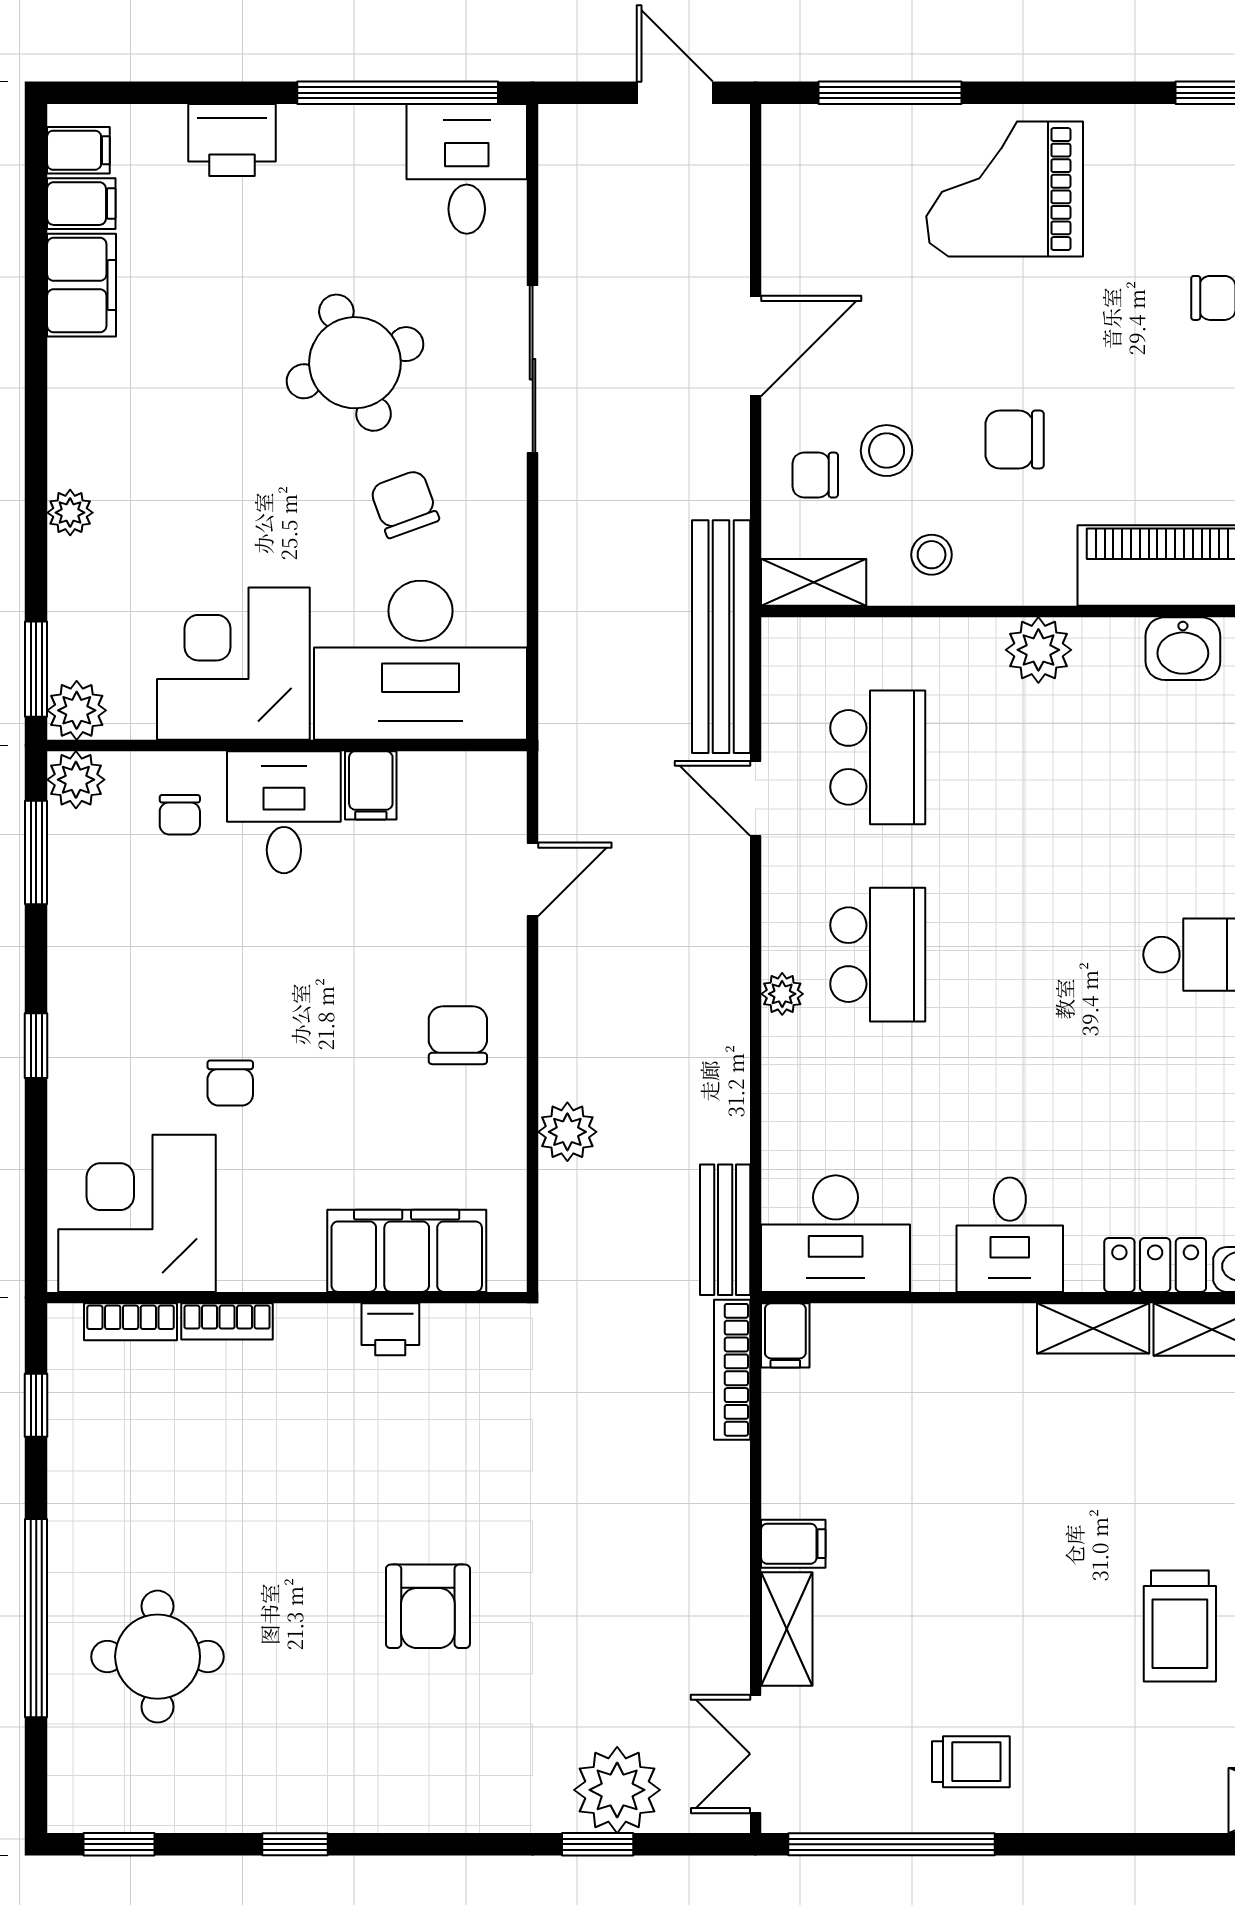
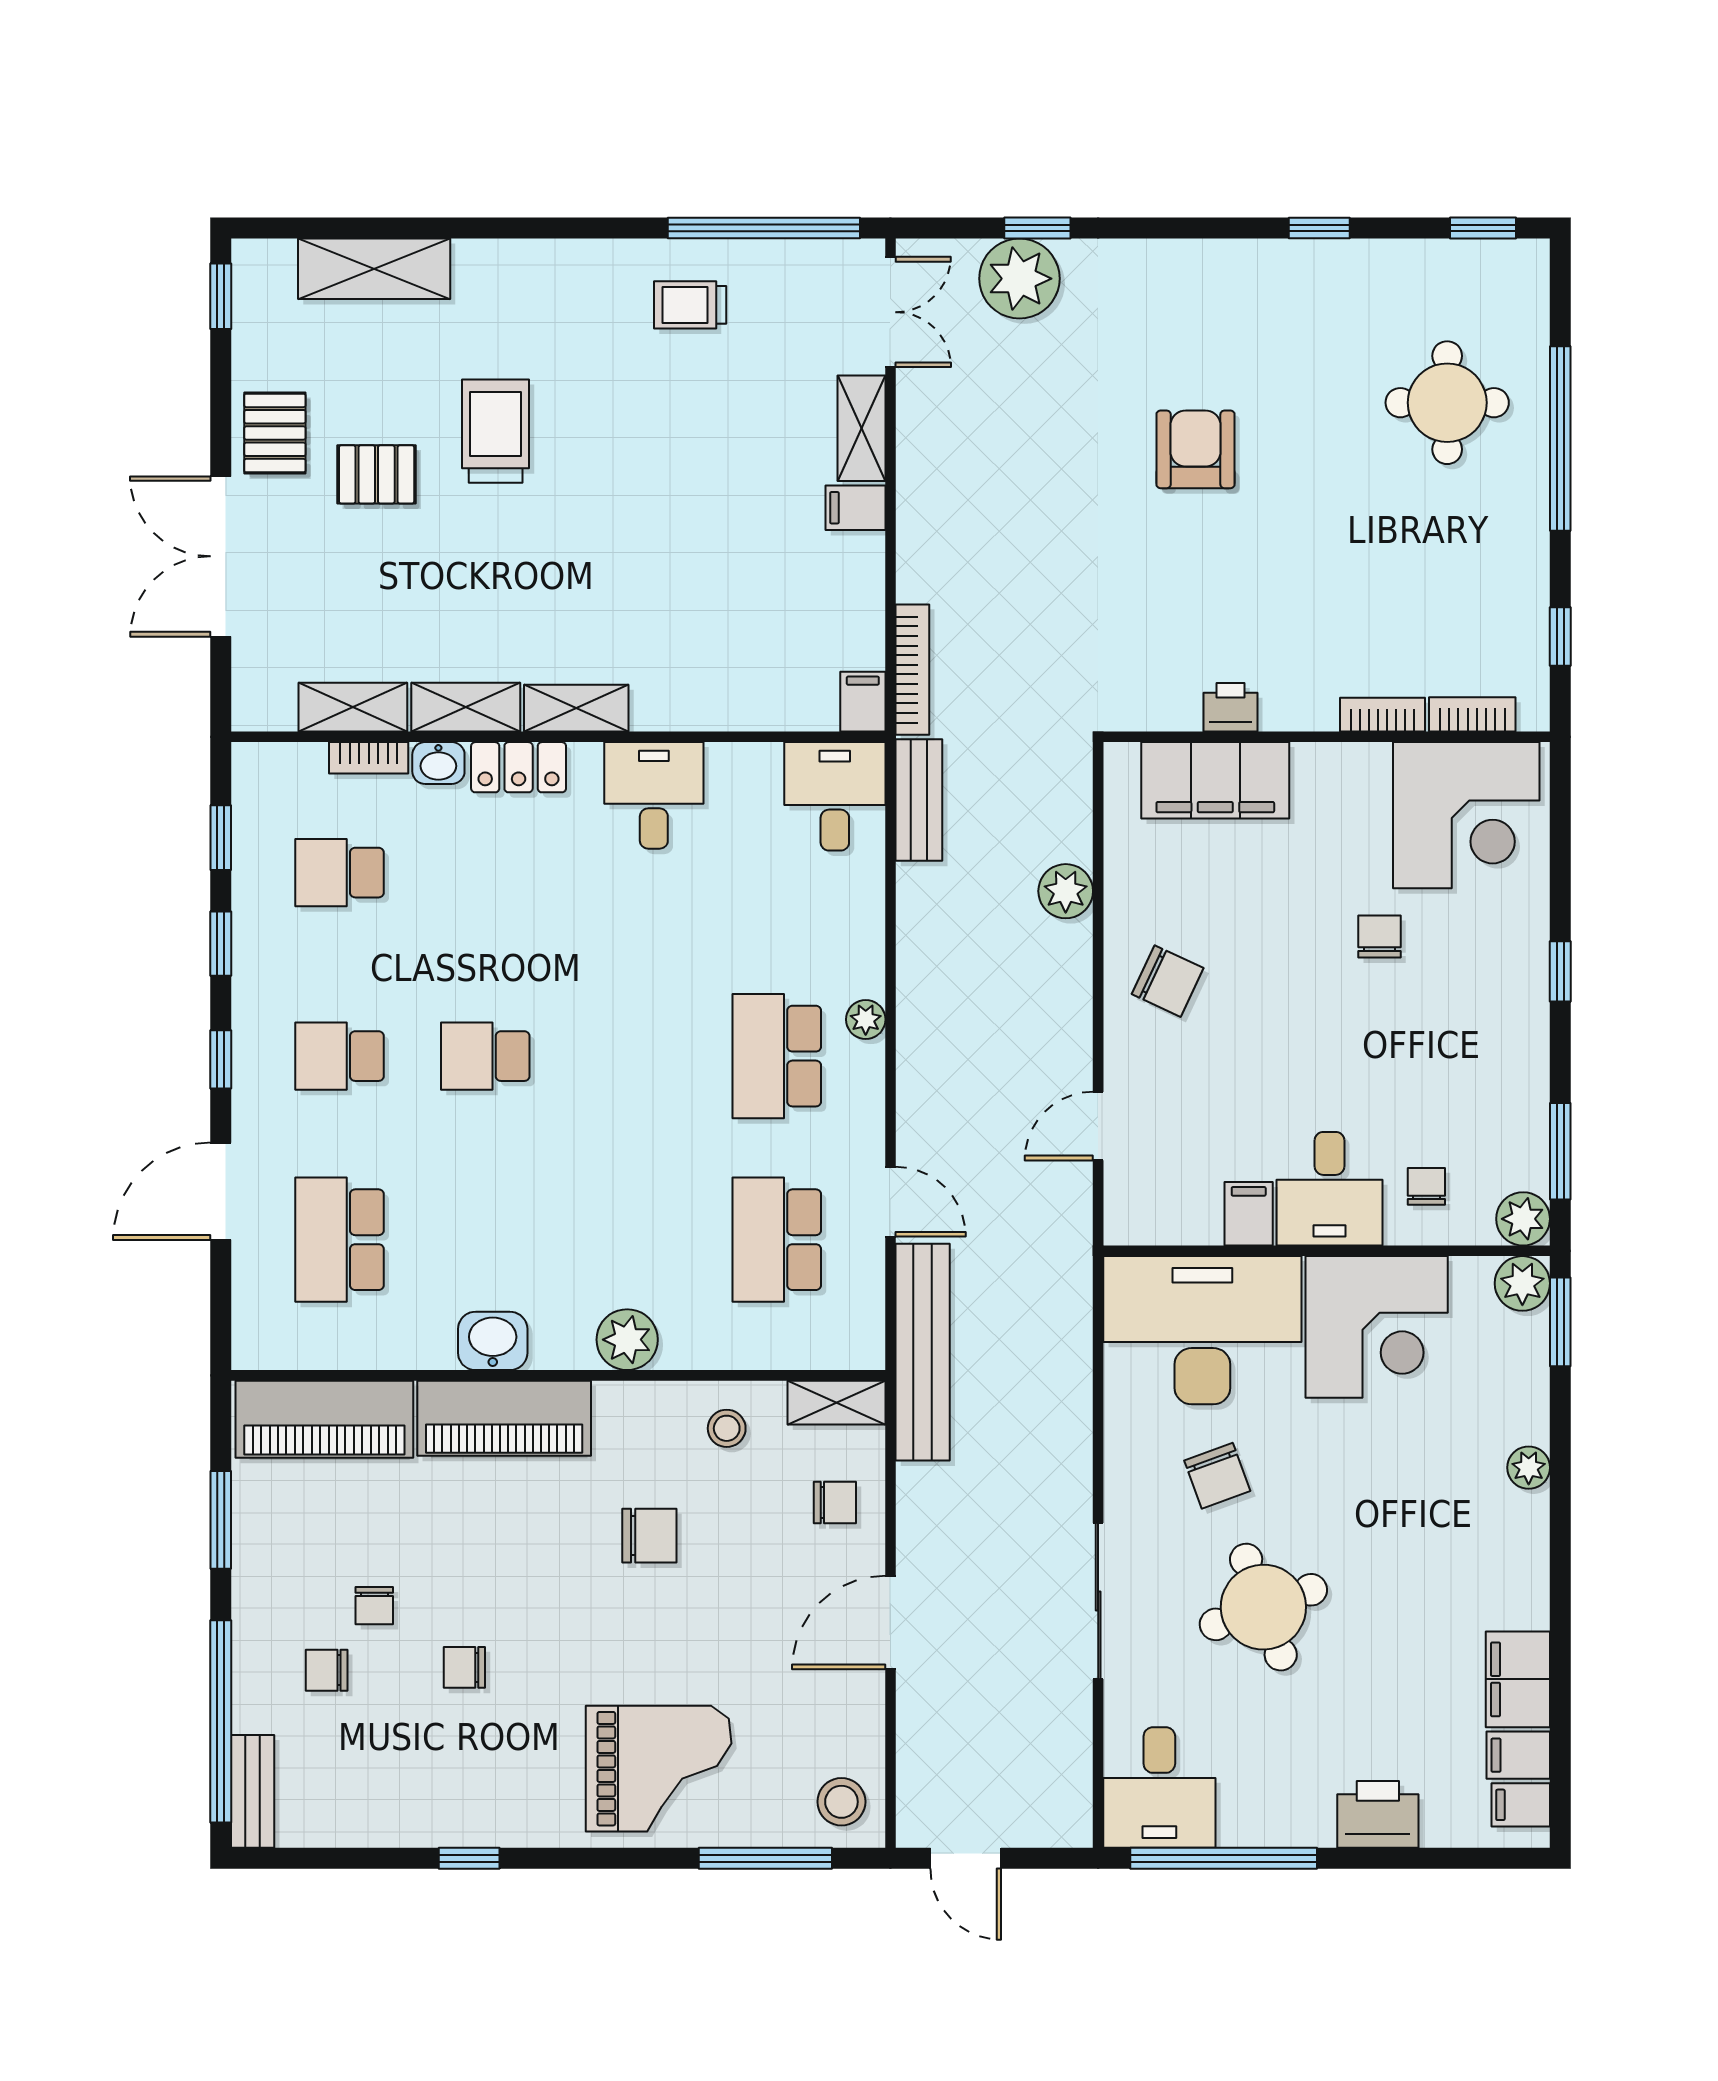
stool: (887, 451) -> (841, 1802), moved
chair: (458, 1035) -> (1168, 981), turned -65
desk: (836, 1234) -> (835, 796), width x0.73

